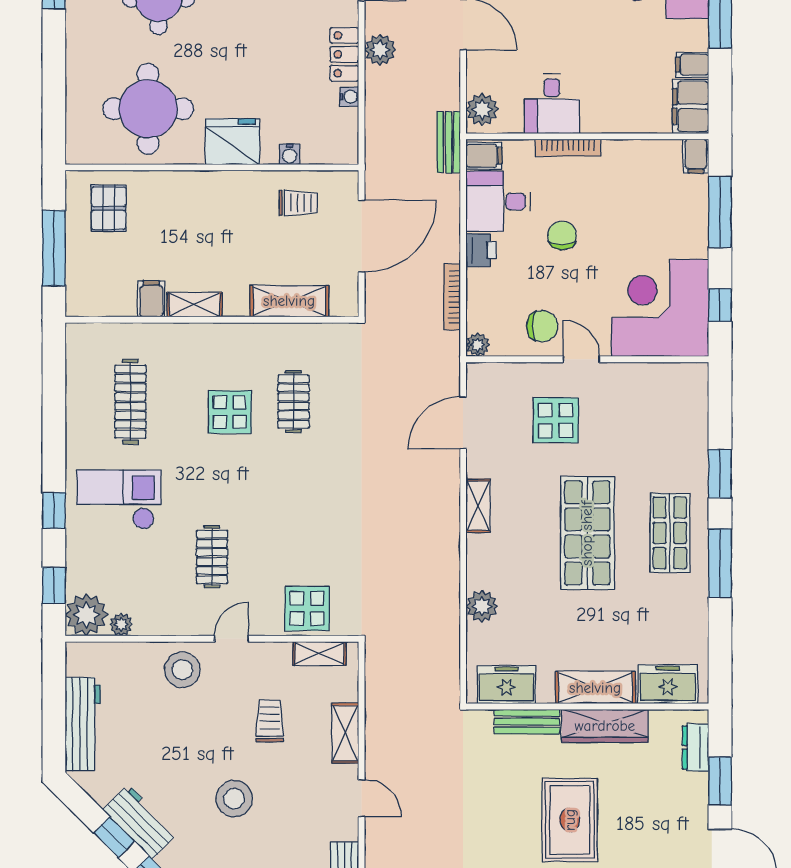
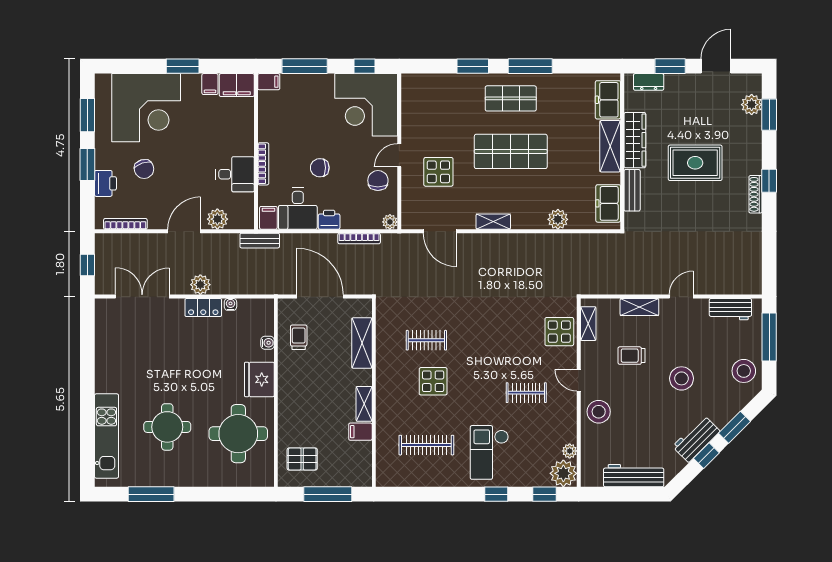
plant: (482, 110) -> (217, 219), moved

